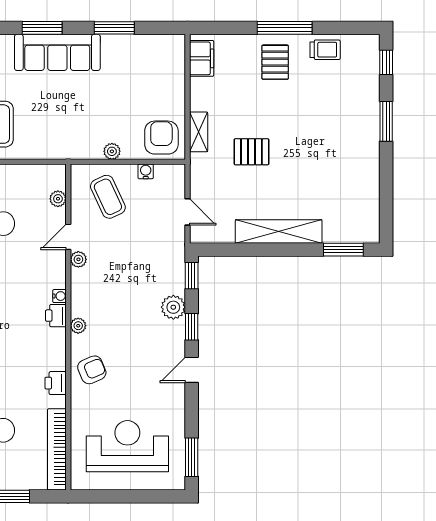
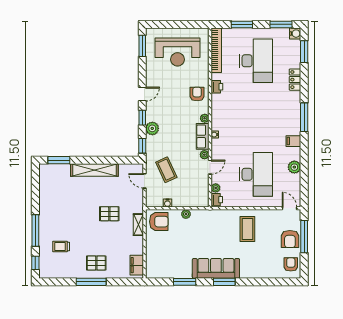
trolley: (325, 50) -> (61, 247), moved
pallet: (275, 62) -> (96, 263), turned 90
window: (386, 121) -> (35, 231), width x1.44
armchair: (161, 138) -> (159, 222), turned -90
coffee table: (108, 197) -> (166, 170), moved
row of seats: (82, 293) -> (203, 136), added
printer: (56, 316) -> (217, 200), moved
armchair: (92, 370) -> (197, 94), turned 113

